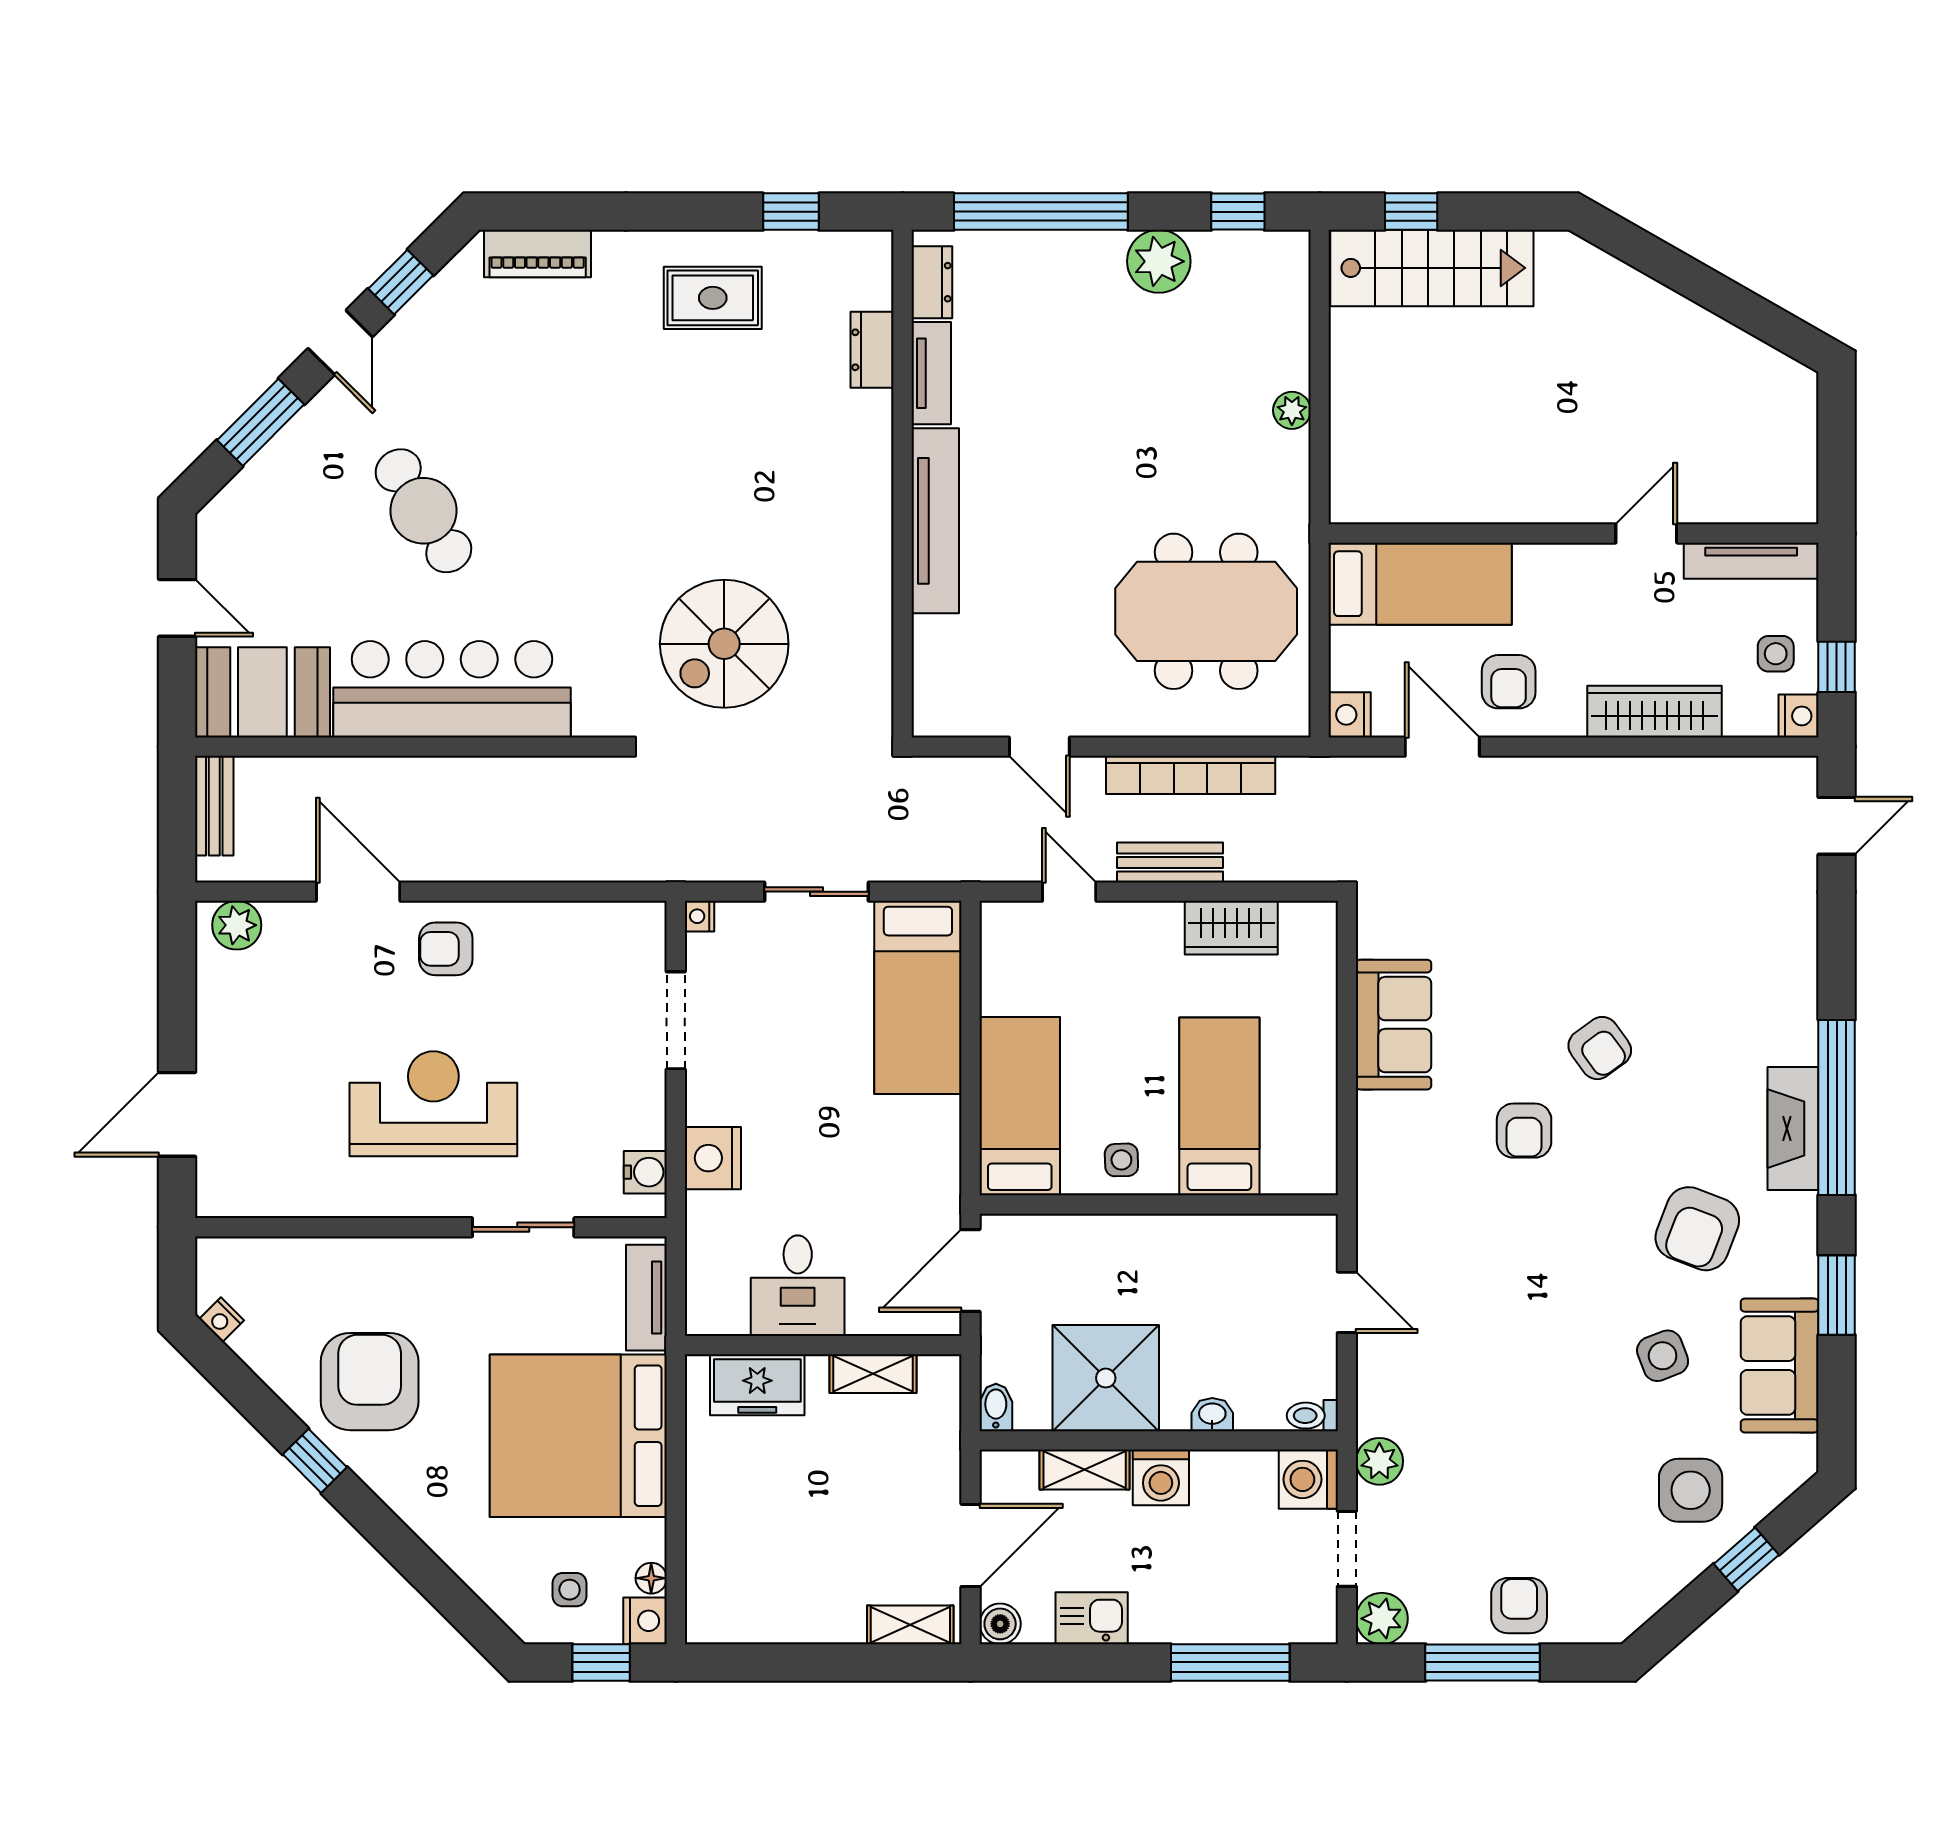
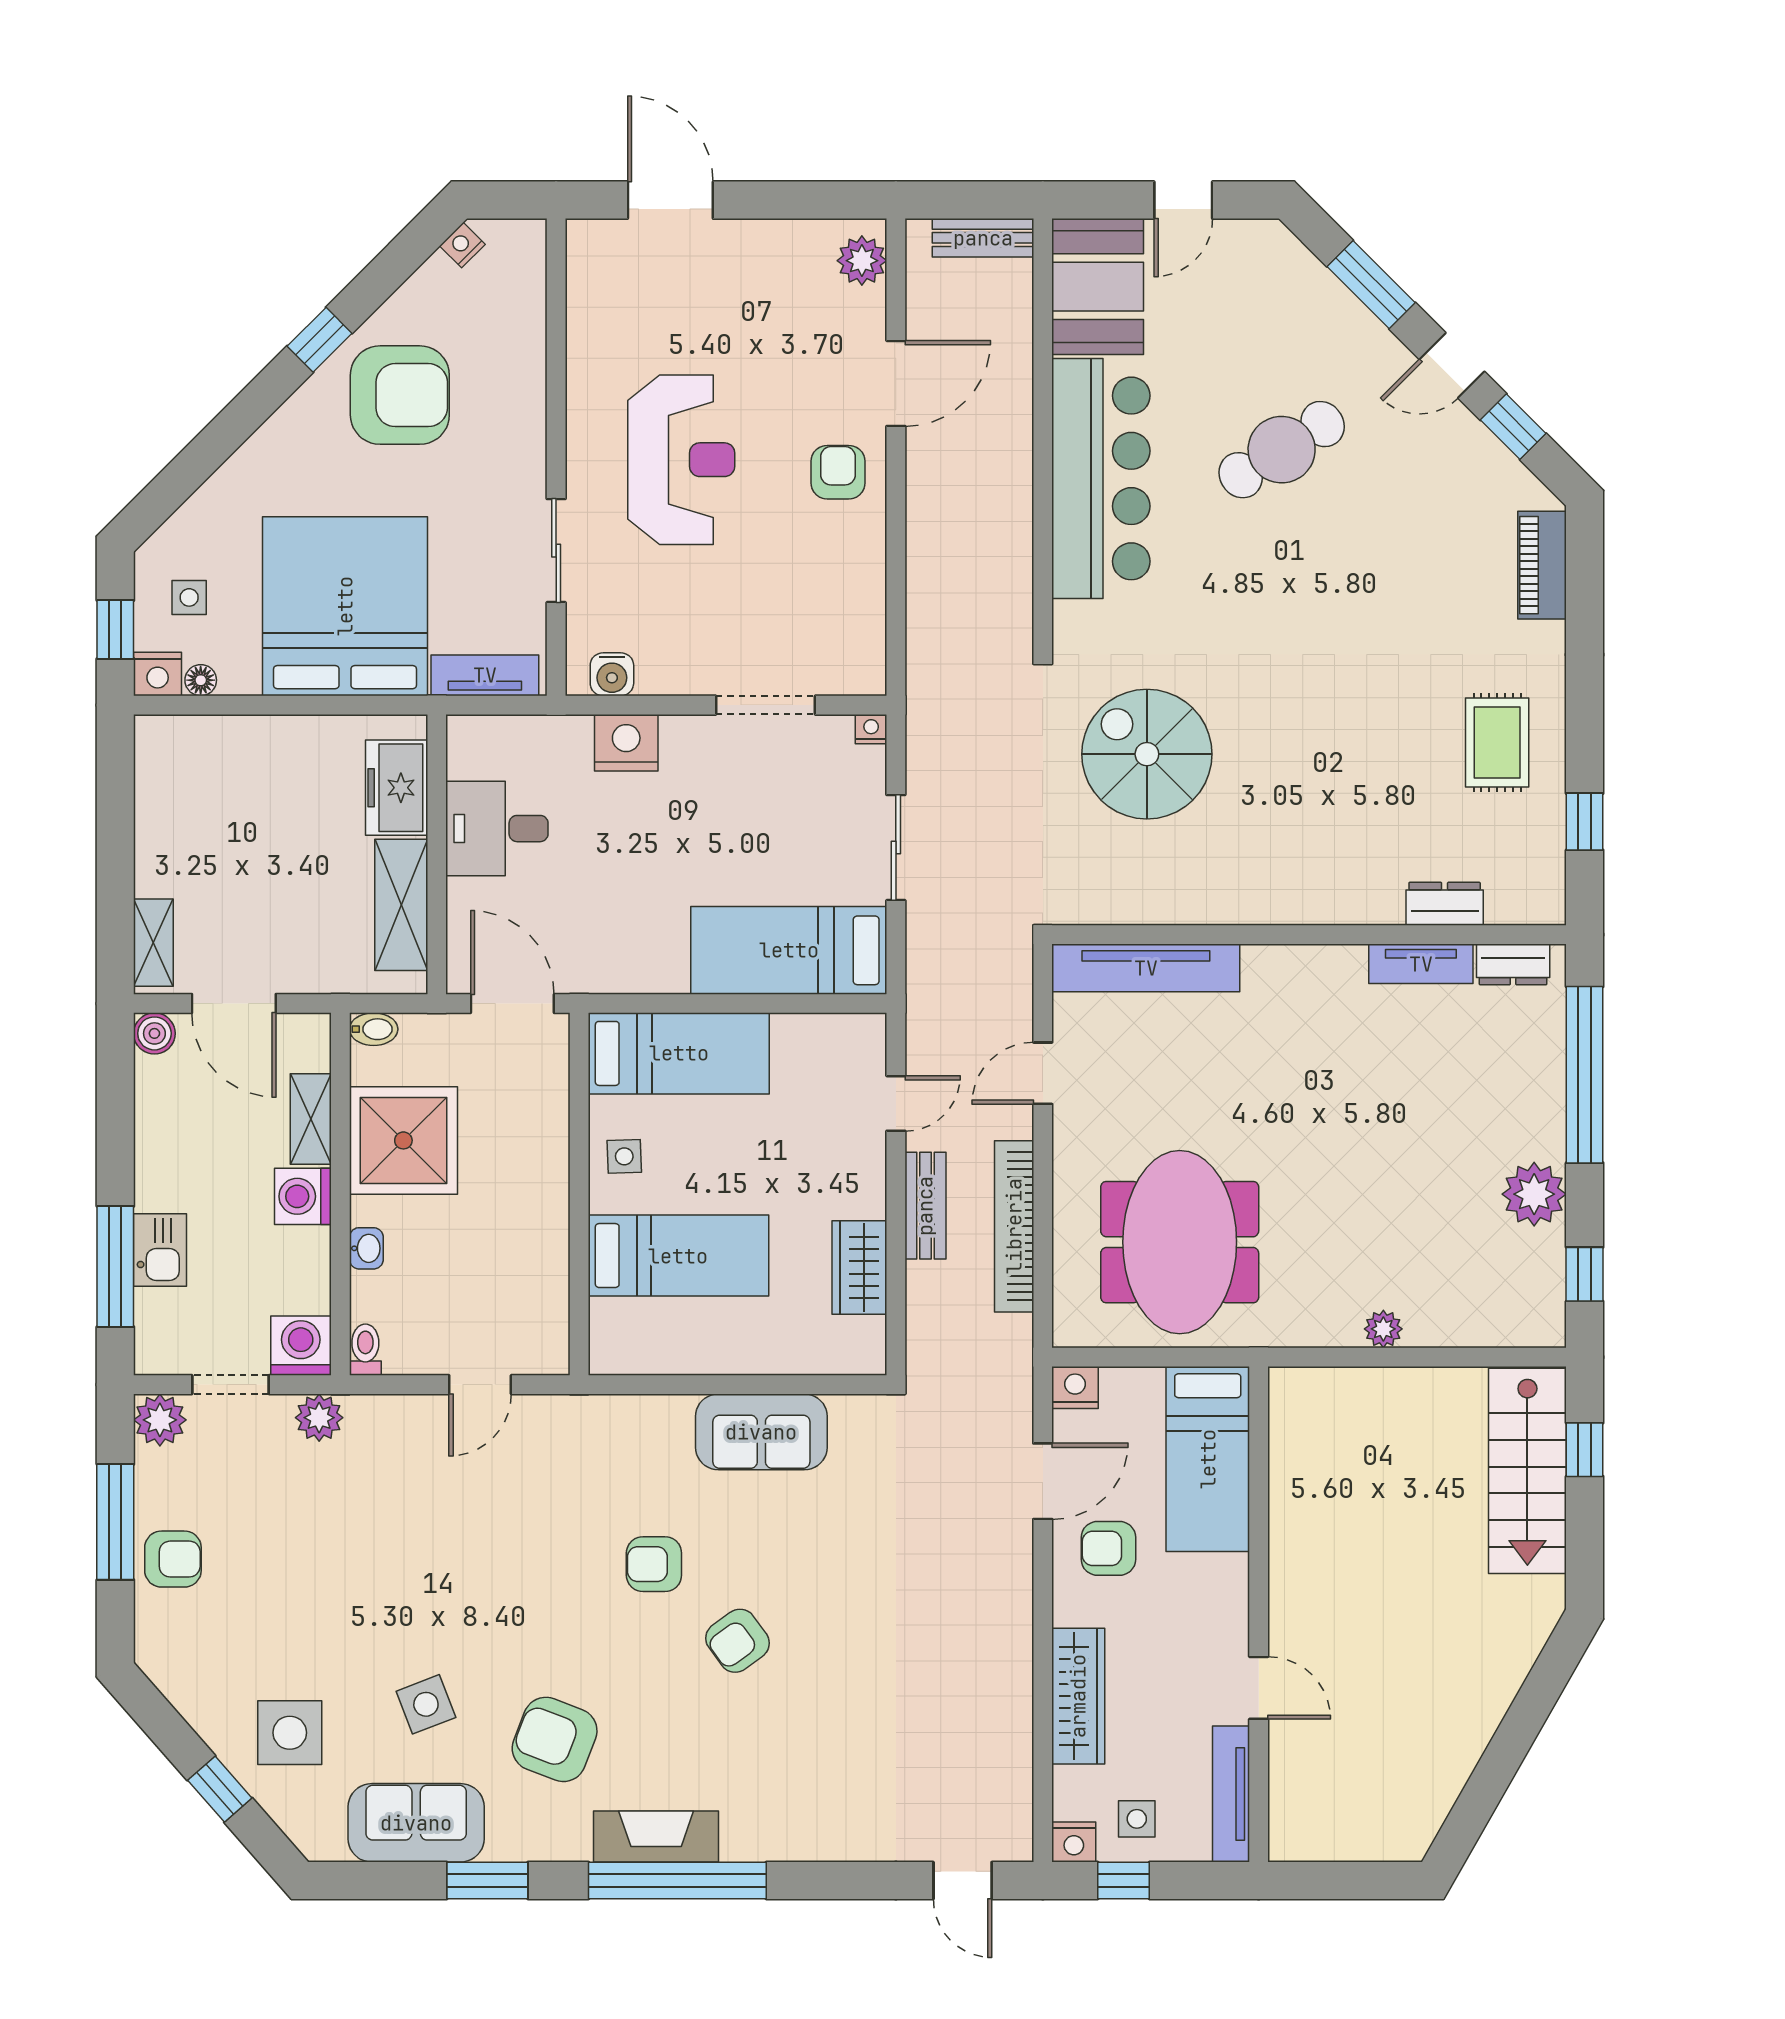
tv unit: (935, 521) -> (1146, 968), moved
shelving: (873, 1374) -> (401, 905), width x1.50, depth x1.33
kitchen sink: (1092, 1618) -> (160, 1250), moved

